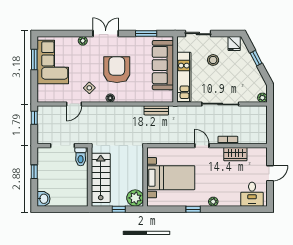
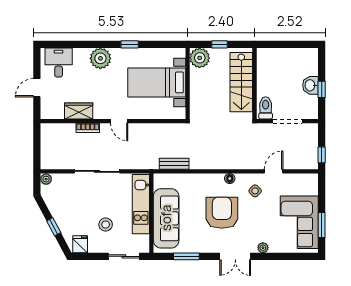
armchair: (117, 70) -> (222, 213), turned 180
washbasin: (43, 199) -> (310, 85), moved
plant: (213, 202) -> (100, 58), width x1.88, depth x1.88

